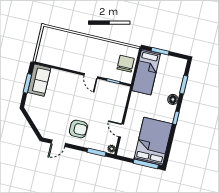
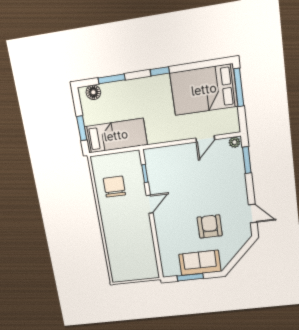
chair: (126, 64) -> (114, 187), moved, turned 90
sofa: (39, 80) -> (200, 263), moved
floor lamp: (173, 99) -> (93, 92), moved
armchair: (78, 129) -> (210, 226), moved

